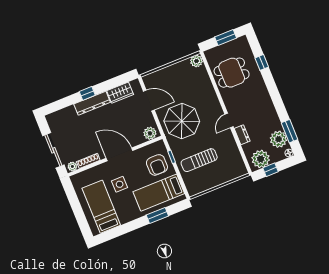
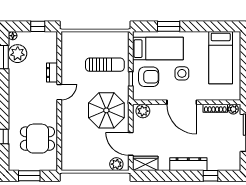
plant: (196, 61) -> (116, 164), moved
window: (87, 93) -> (210, 176), moved
wardrobe: (120, 93) -> (145, 163), moved
plant: (261, 159) -> (43, 41), removed
armchair: (157, 165) -> (149, 77), turned 90
side table: (120, 184) -> (182, 73), moved

